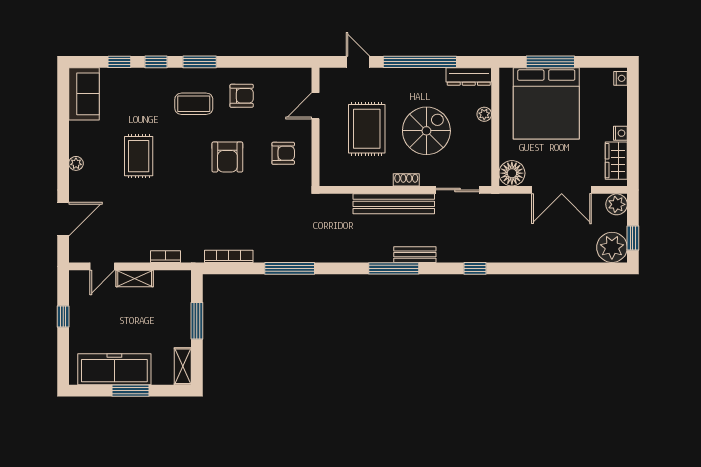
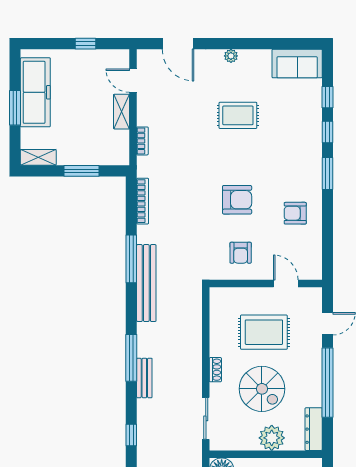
armchair: (242, 96) -> (295, 213), turned 90
coffee table: (194, 104) -> (288, 168), removed
plant: (484, 114) -> (272, 438), width x1.88, depth x1.88
armchair: (227, 157) -> (237, 200), turned 180
bench: (394, 204) -> (146, 283), moved

